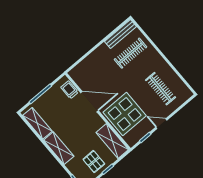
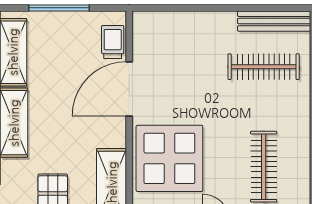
door: (90, 102) -> (129, 89), swing flipped

